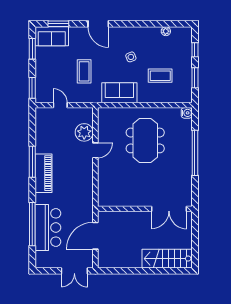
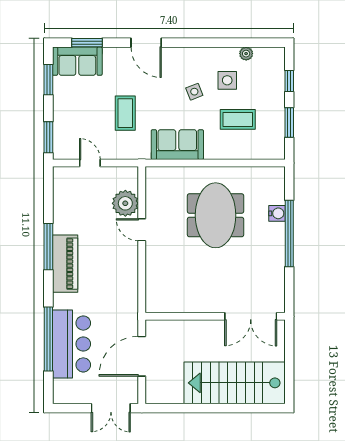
side table: (153, 49) -> (227, 80), added
water cooler: (187, 113) -> (277, 213), moved
door: (95, 150) -> (142, 230), swing flipped
stairs: (167, 259) -> (235, 383), width x1.36, depth x1.51

